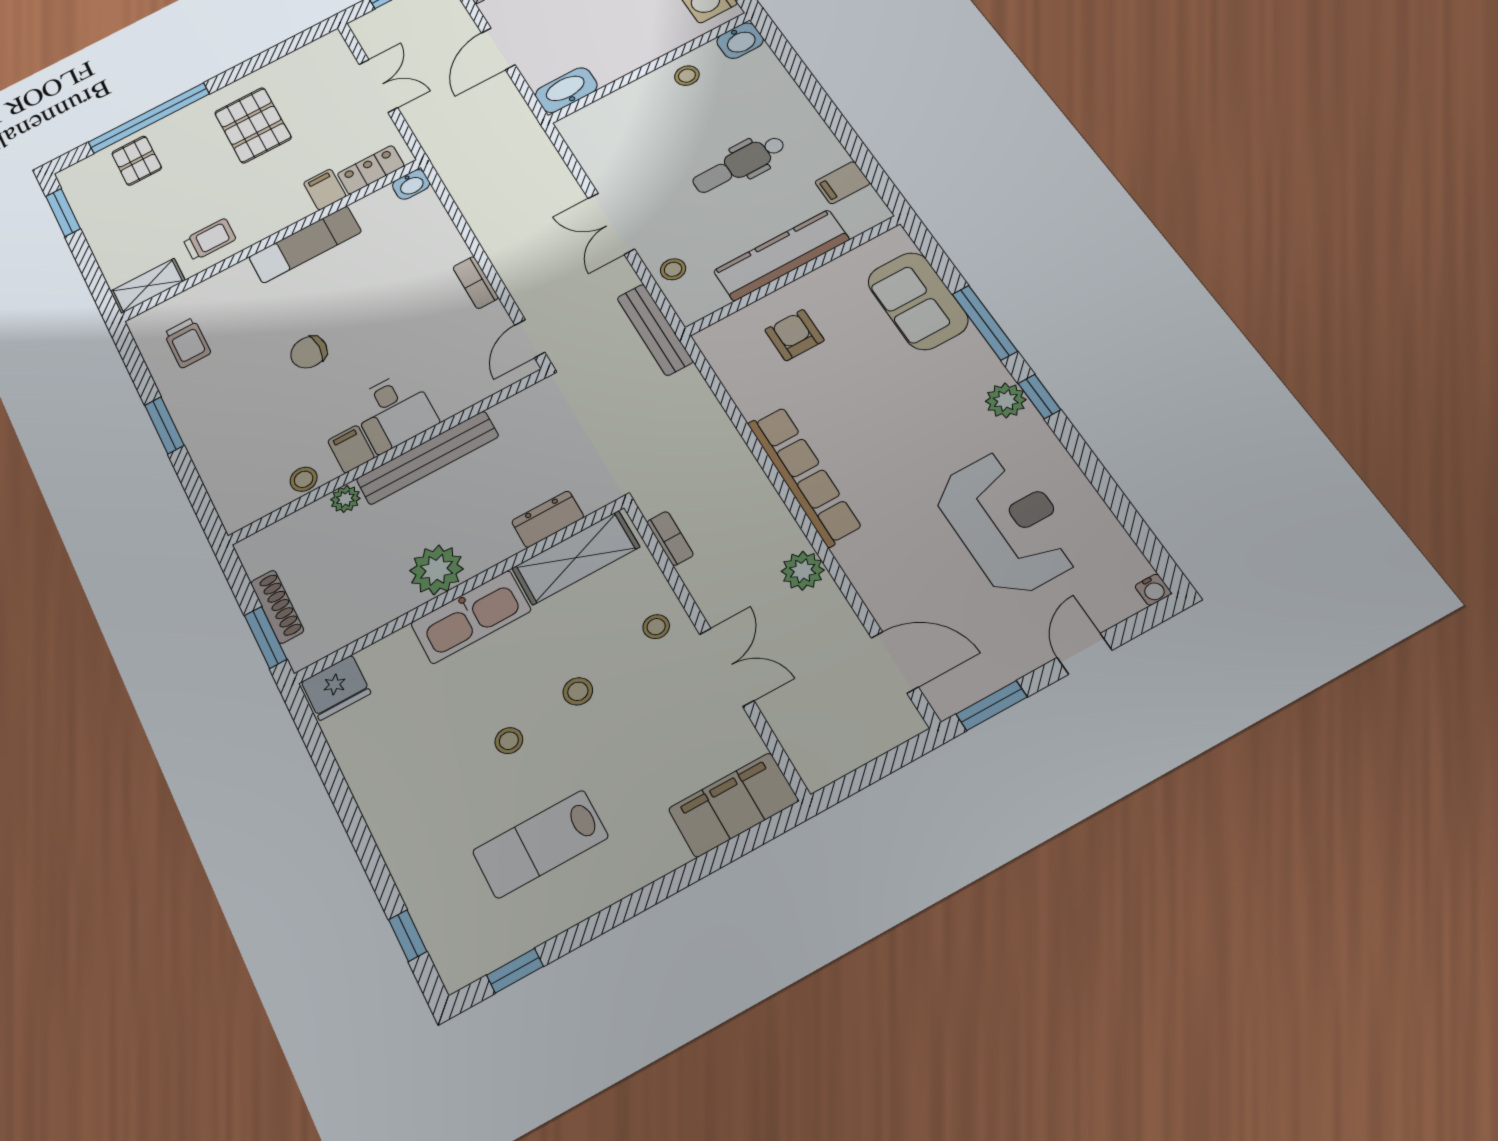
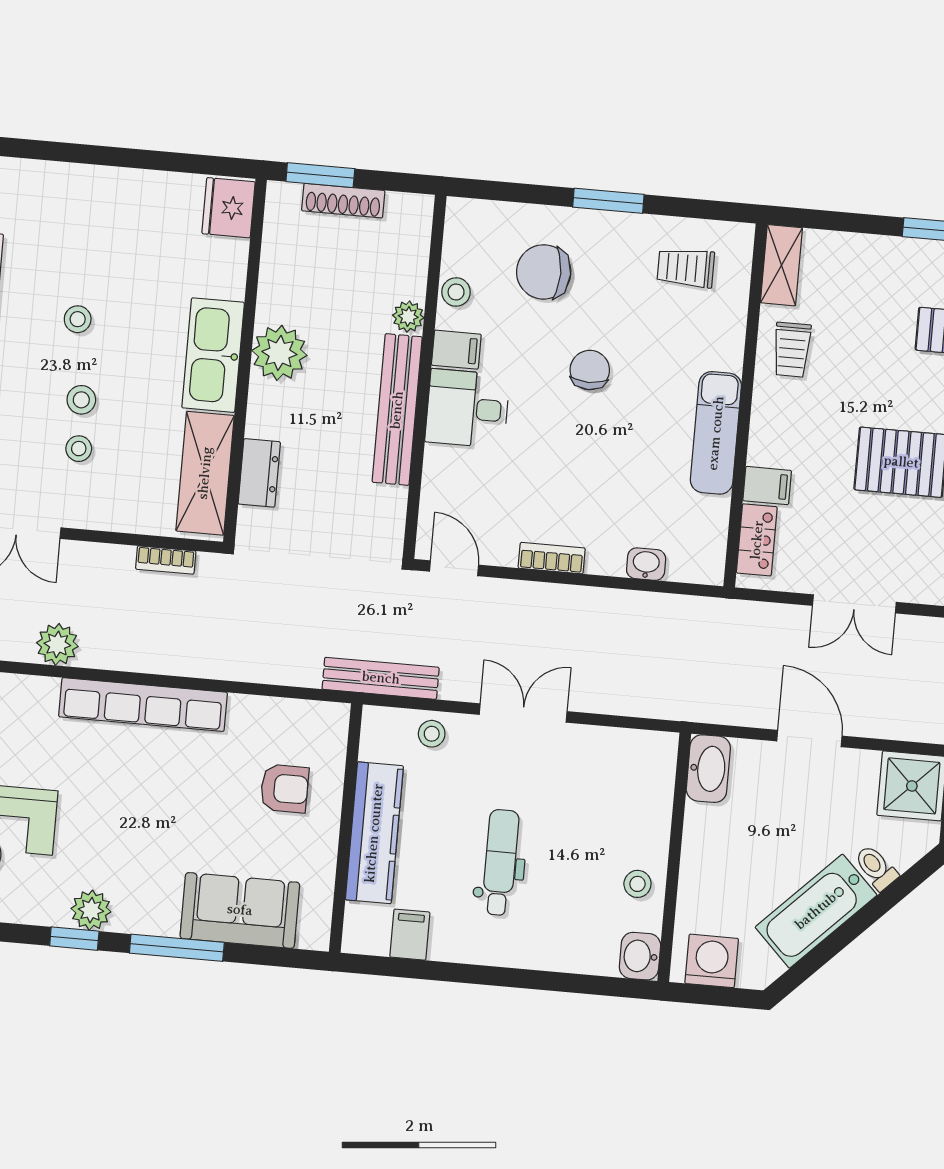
washbasin: (411, 184) -> (646, 564), moved, turned 90
chair: (249, 431) -> (544, 272), added
stool: (656, 627) -> (79, 449), moved

